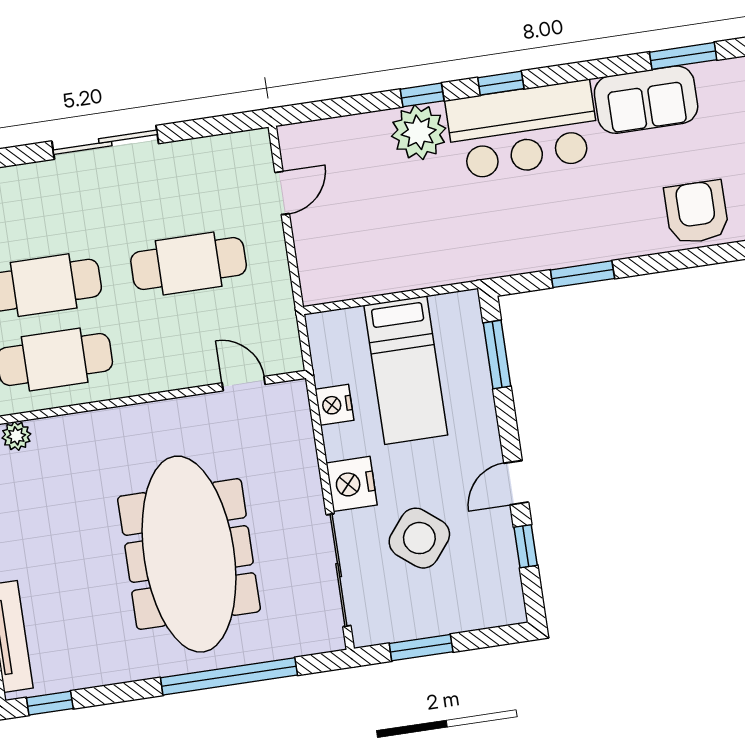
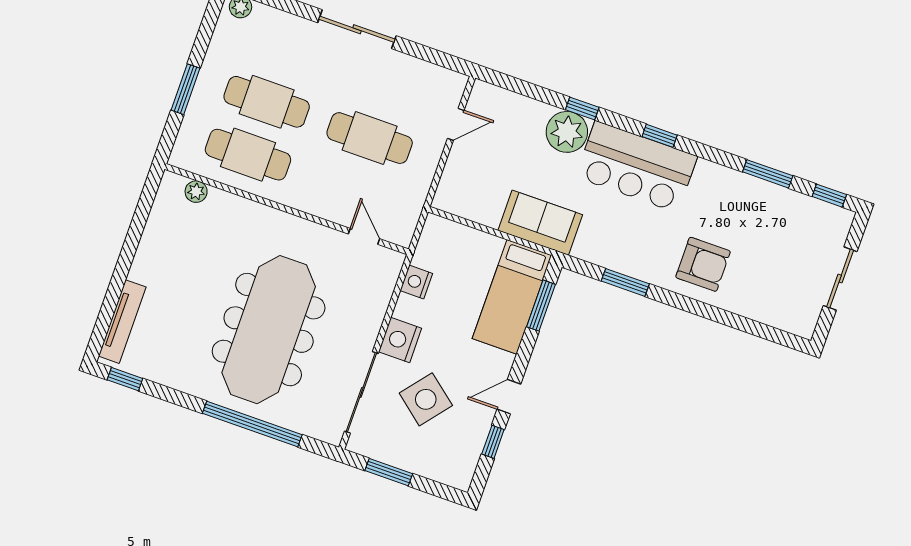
window: (501, 83) -> (660, 136), moved
sofa: (646, 100) -> (540, 223), moved, turned 180
armchair: (696, 212) -> (703, 264), moved, turned 90
bed: (406, 370) -> (512, 297), moved

